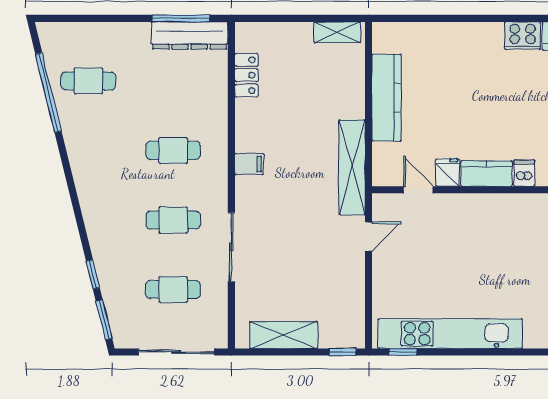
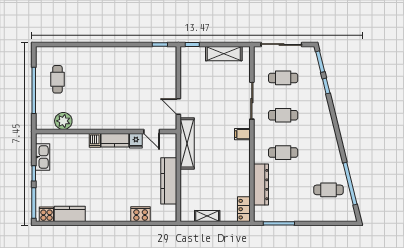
shelving: (337, 32) -> (207, 216), moved
dresser: (190, 35) -> (261, 185), moved, turned 90
cooker: (523, 36) -> (141, 214), moved
locker: (246, 75) -> (244, 209), moved
filing cabinet: (249, 164) -> (242, 134), moved
door: (368, 236) -> (178, 106), hinge flipped
kitchen unit: (450, 334) -> (134, 54), removed

